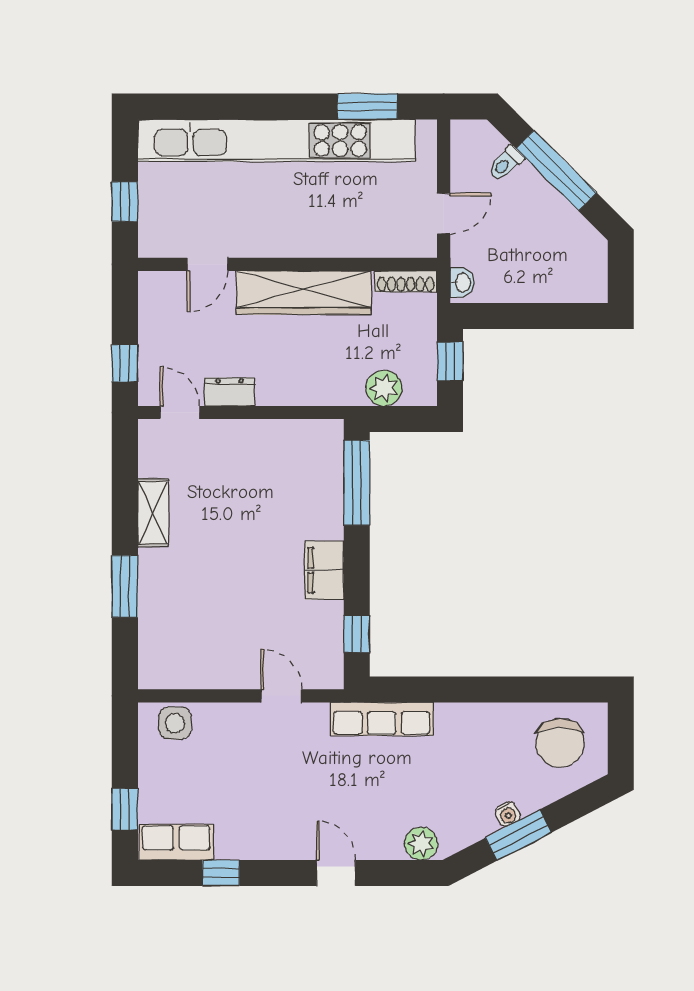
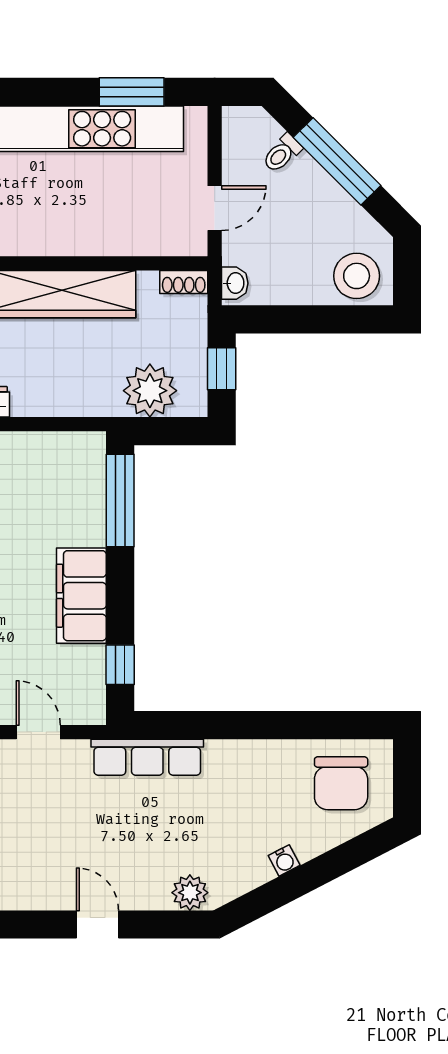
stool: (574, 276) -> (357, 276), added
shoe rack: (406, 282) -> (184, 282), width x0.70
plant: (384, 388) -> (150, 391), width x1.36, depth x1.36
filing cabinet: (324, 570) -> (81, 596), width x1.50, depth x1.17
window: (518, 835) -> (296, 883), removed

